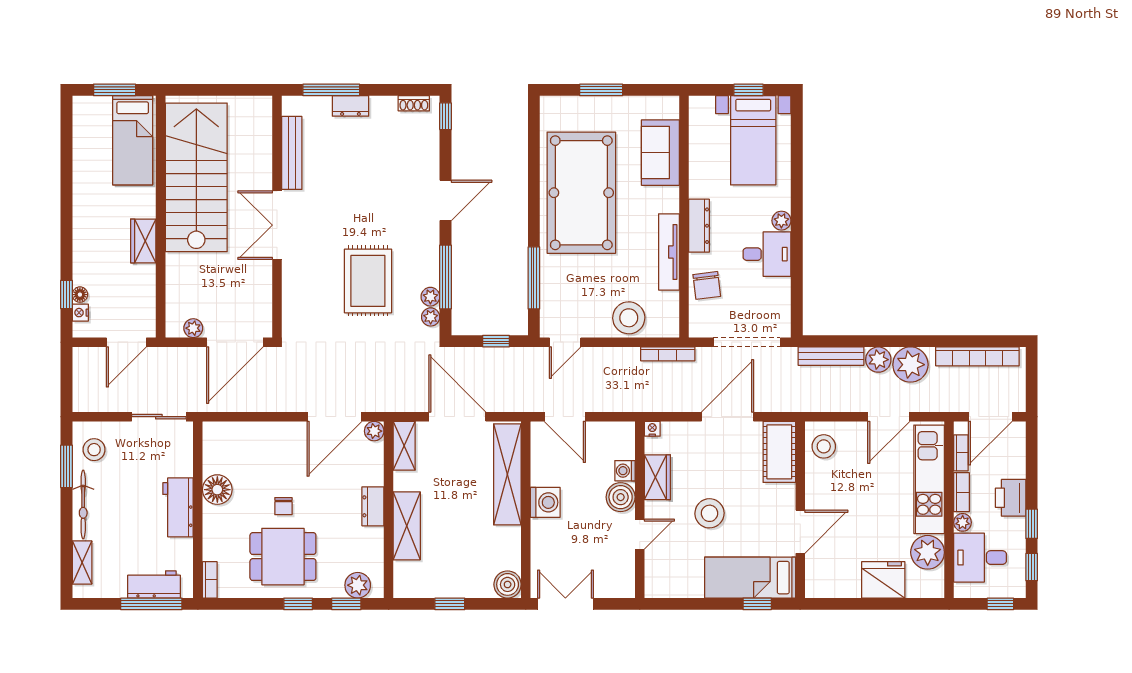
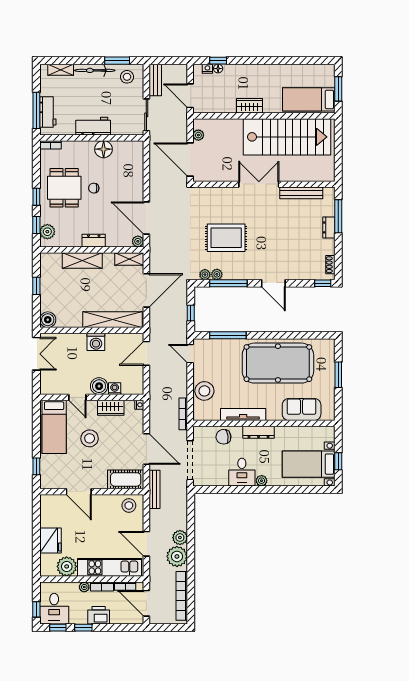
bench: (831, 356) -> (154, 489), moved
bench: (99, 402) -> (155, 80), added
desk: (980, 558) -> (54, 609), moved, turned 180
bed: (750, 578) -> (54, 427), moved, turned 180

